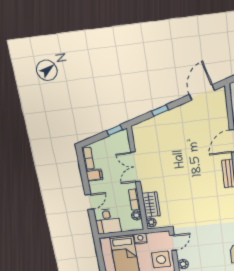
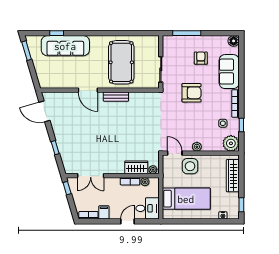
double door: (135, 167) -> (91, 176), moved
door: (89, 202) -> (128, 221), hinge flipped
nightstand: (140, 239) -> (167, 182), removed

